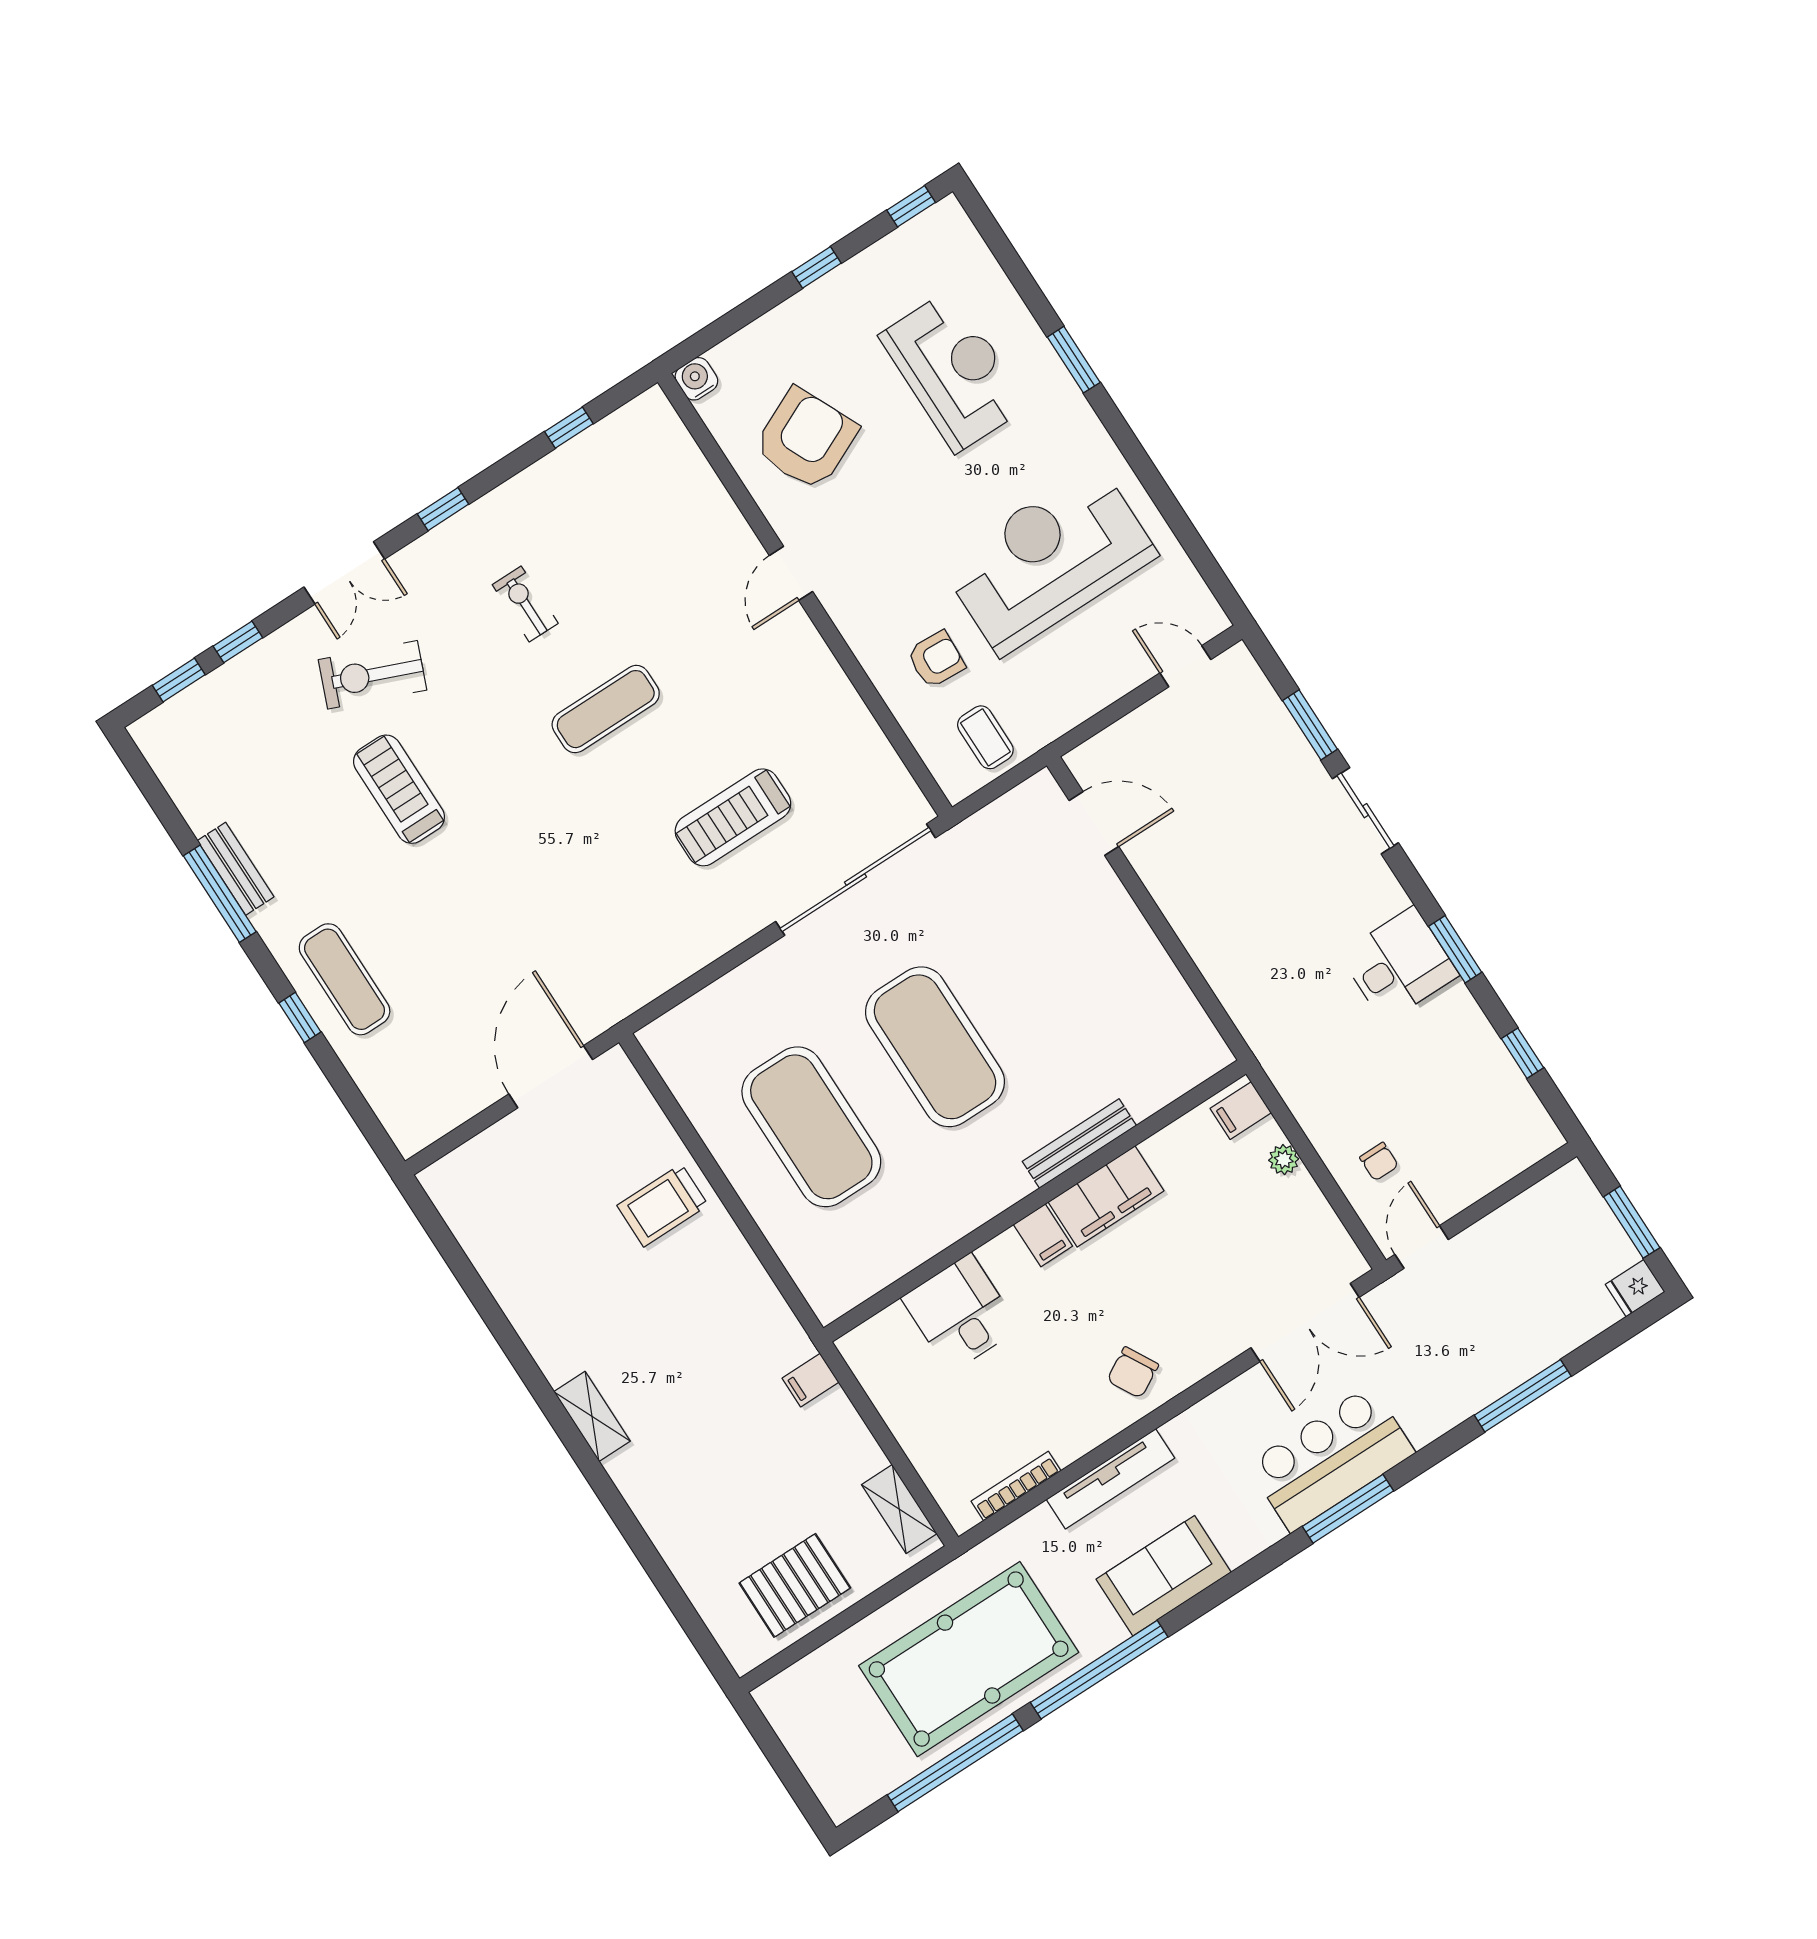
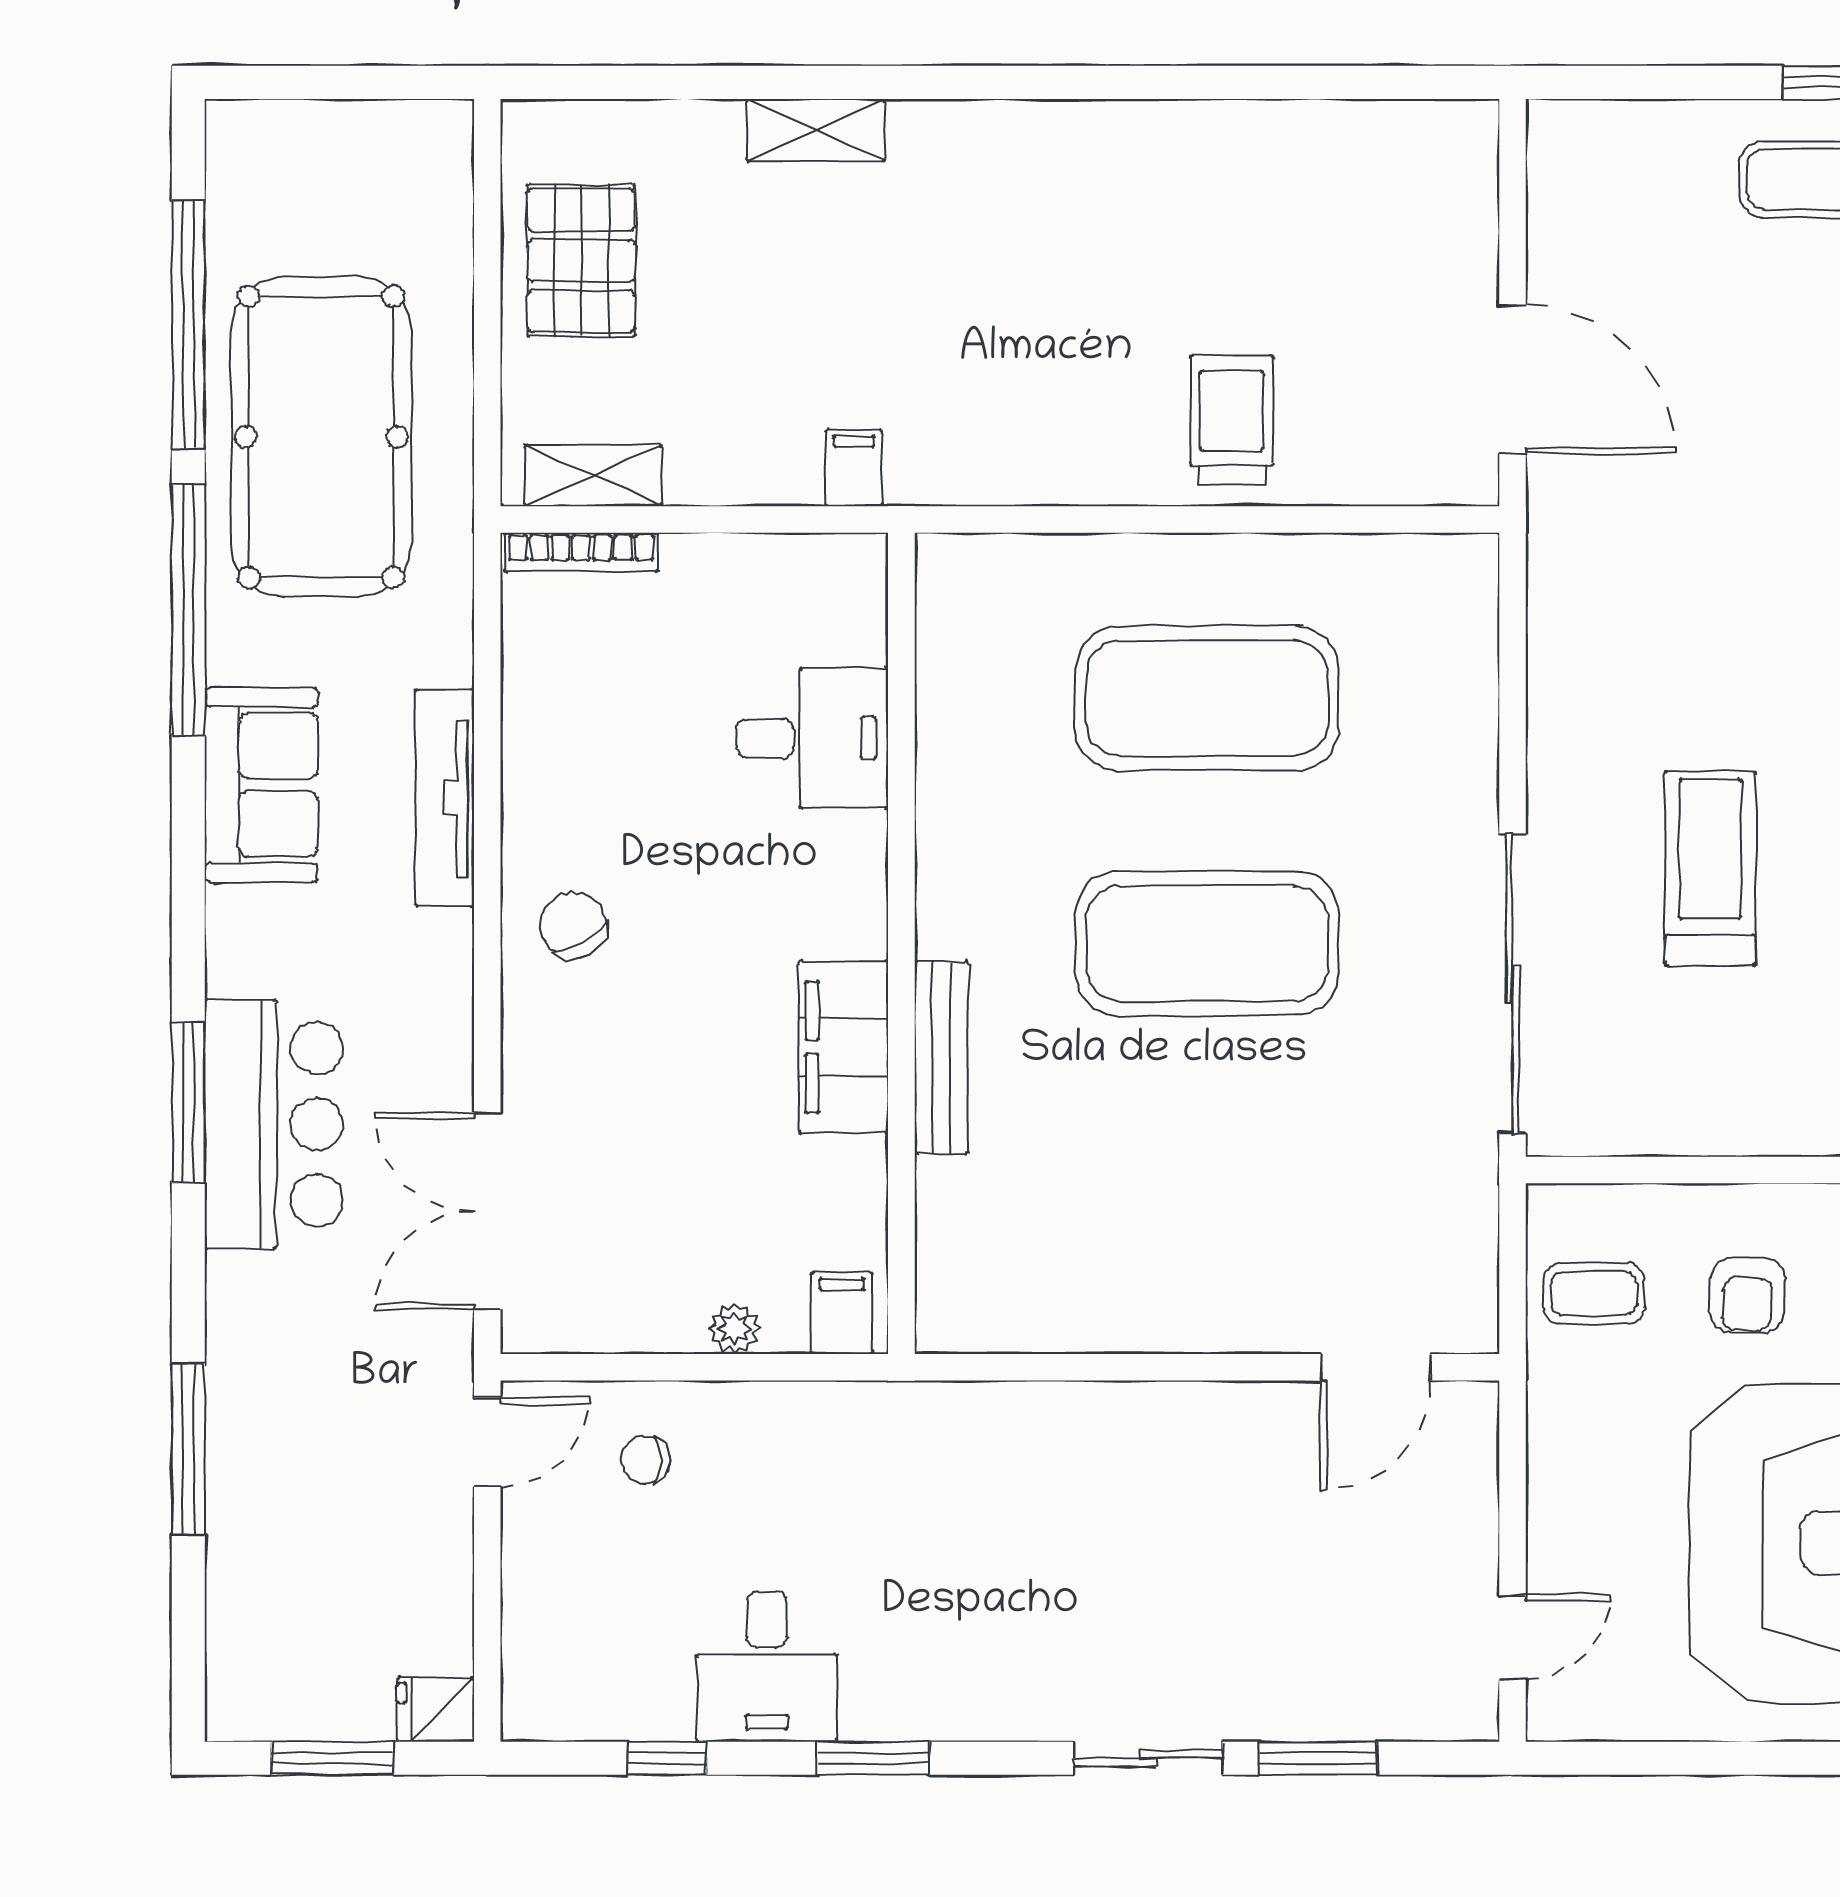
desk: (1399, 965) -> (767, 1666), moved
filing cabinet: (1043, 1235) -> (846, 924), removed
door: (1422, 1247) -> (487, 1442), hinge flipped
fridge: (1635, 1288) -> (436, 1710), moved, turned -90
shelving: (592, 1416) -> (816, 130), moved
bookcase: (1016, 1486) -> (581, 552), moved, turned 90

